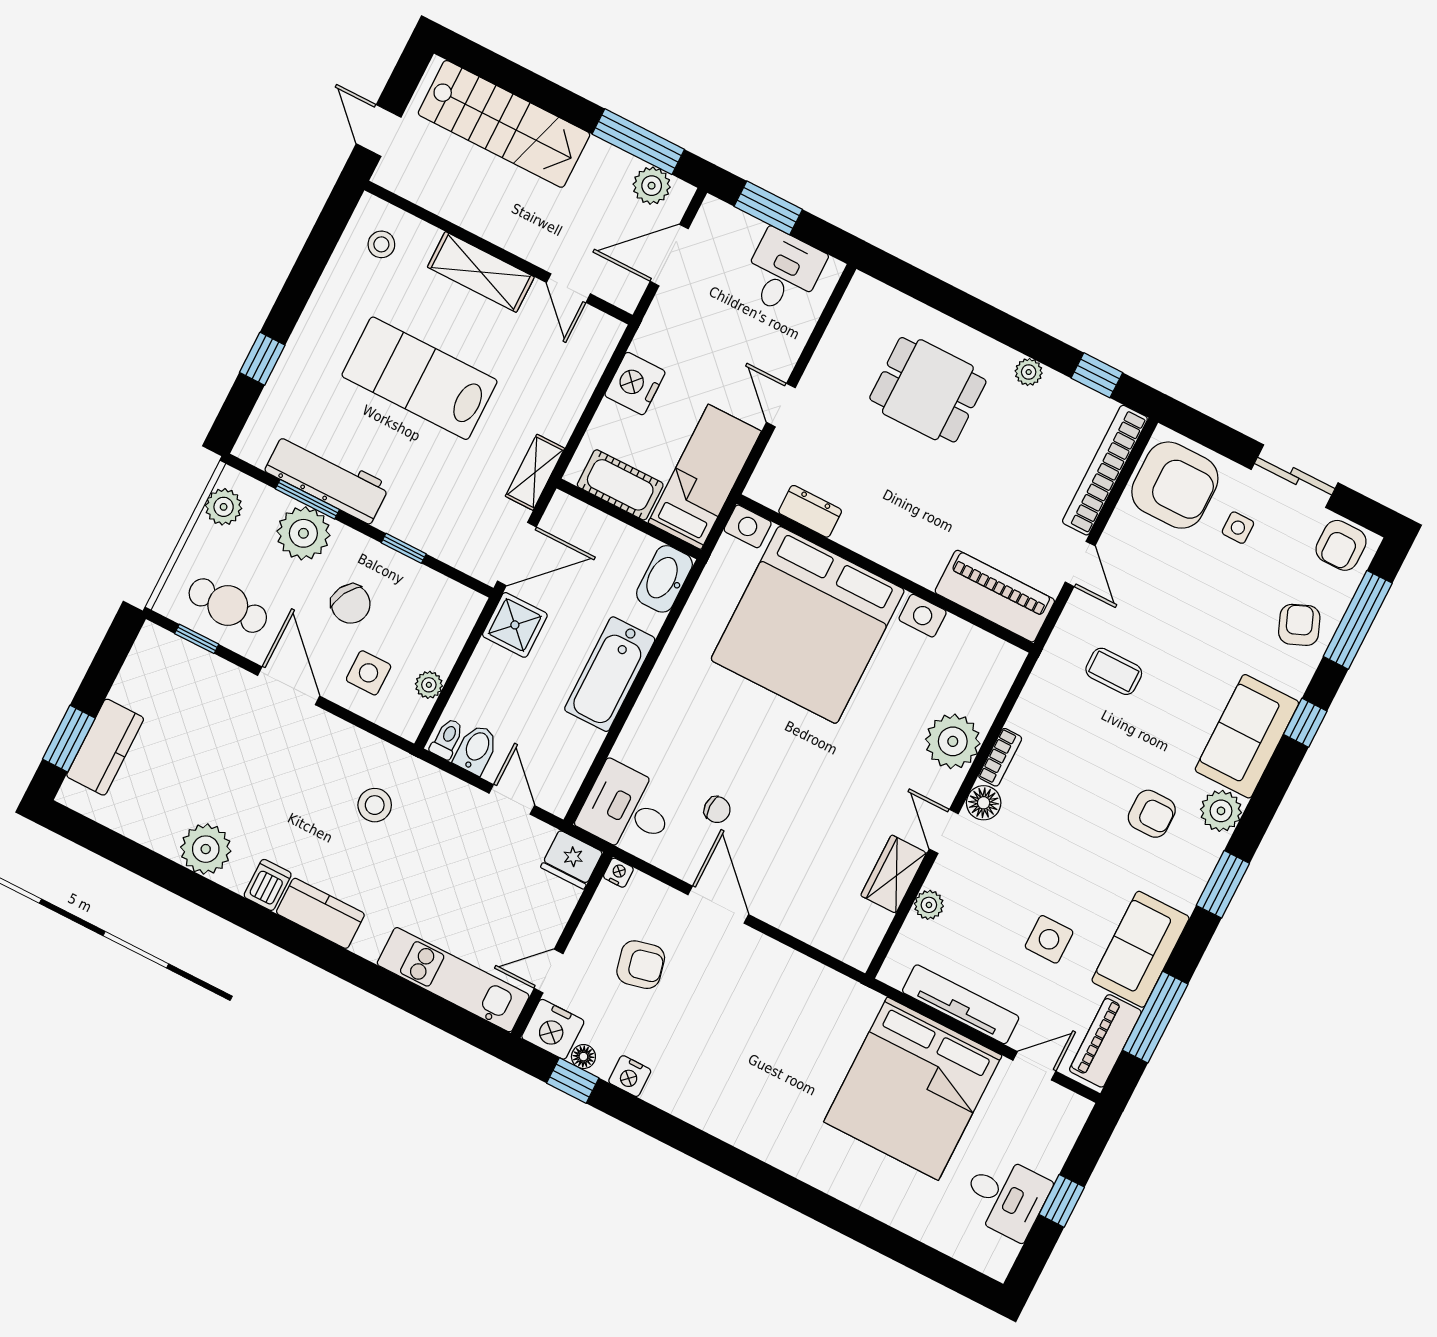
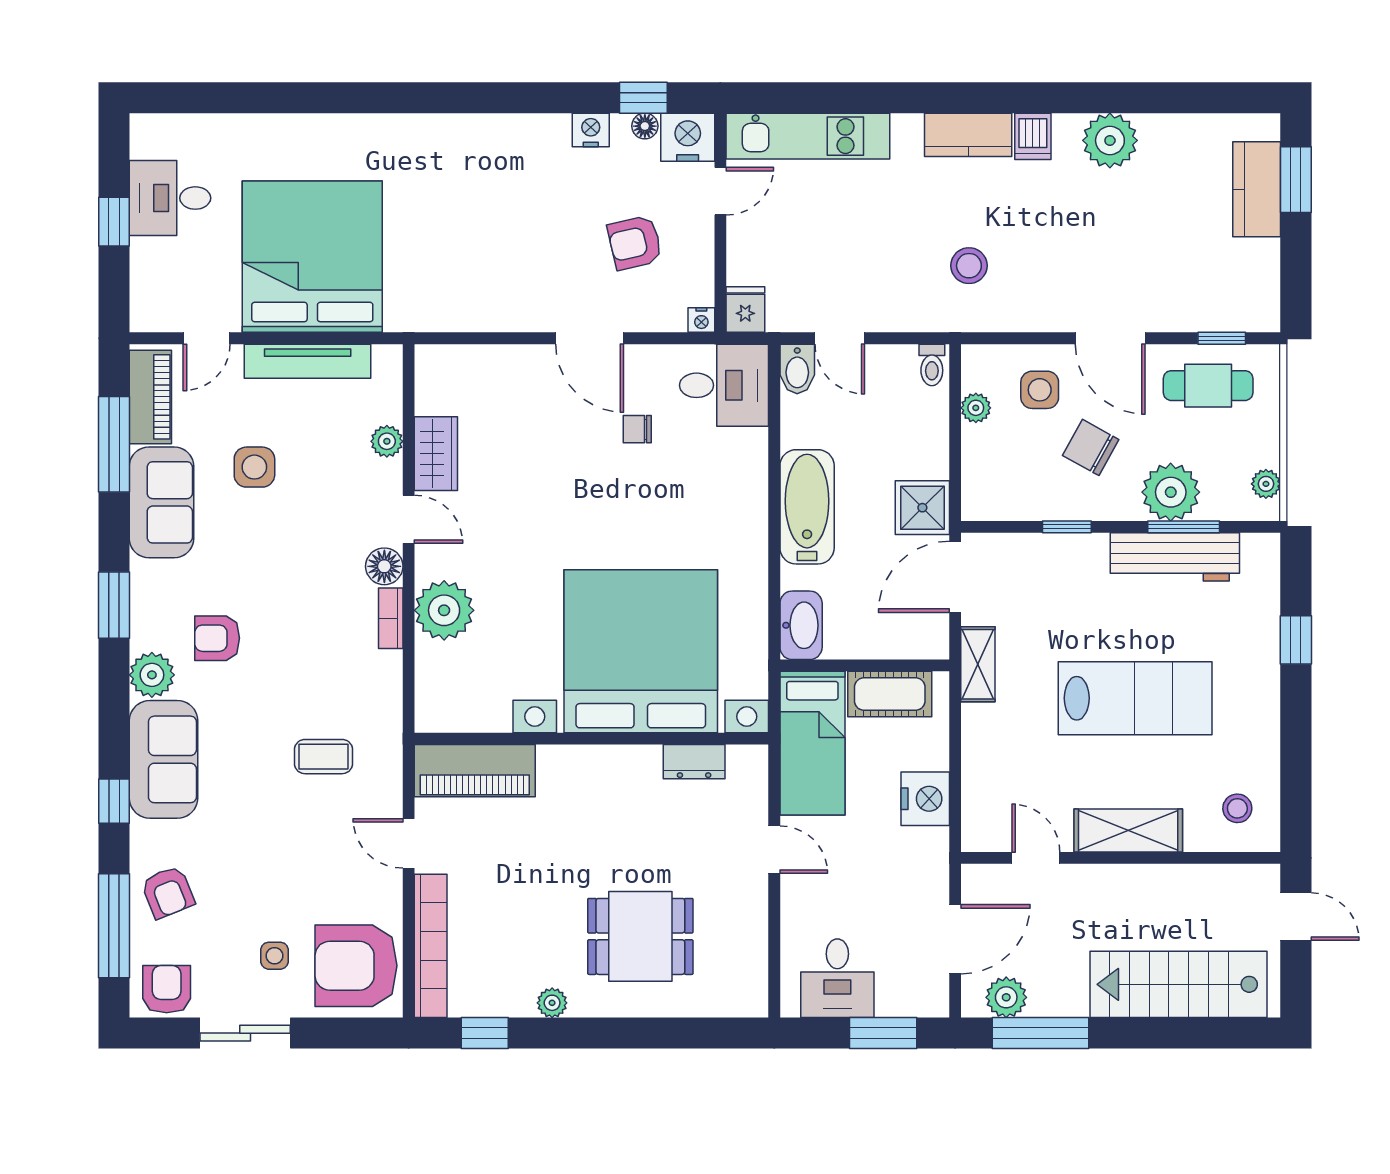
plant: (224, 507) -> (1266, 484), width x0.73, depth x0.73
bidet: (476, 749) -> (797, 369), moved
fridge: (572, 860) -> (745, 310), width x0.72

